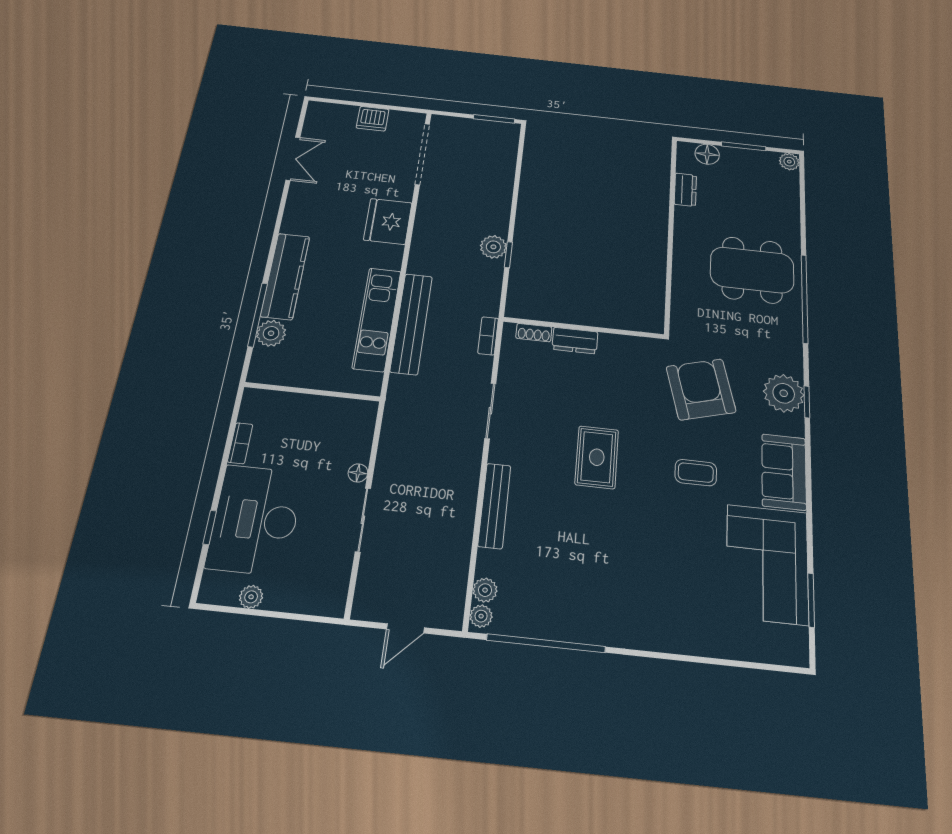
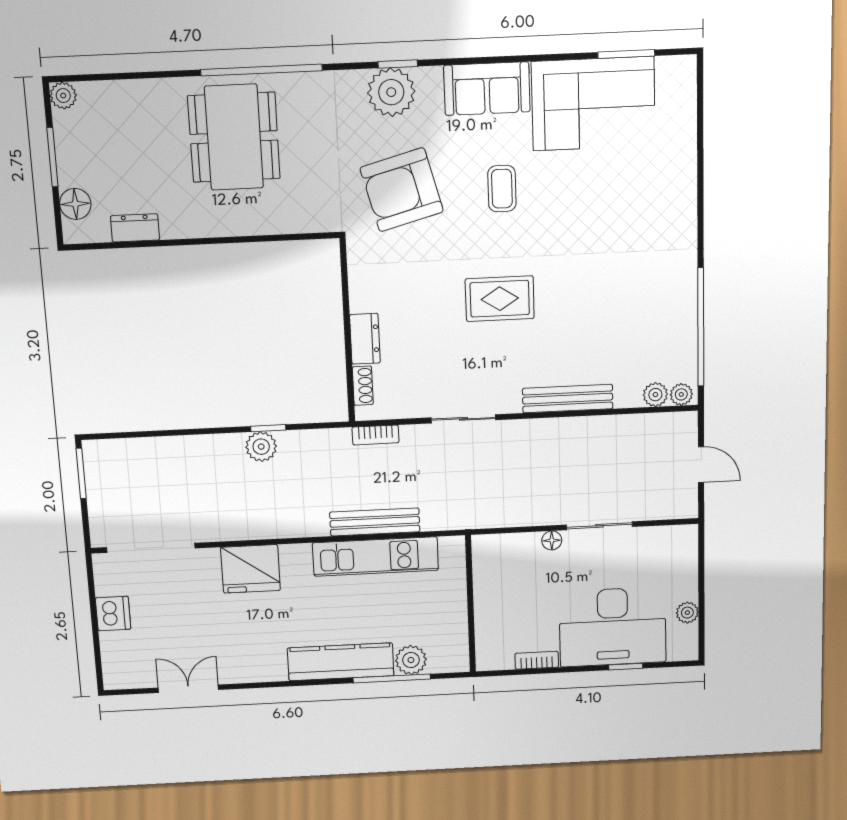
bench: (411, 324) -> (375, 522), width x0.73, depth x0.82

